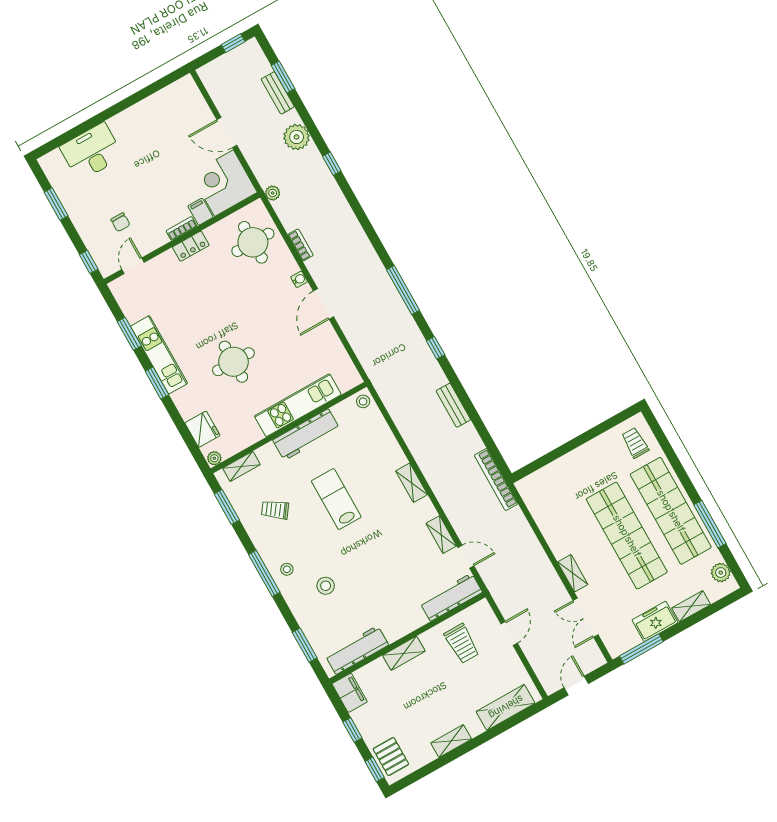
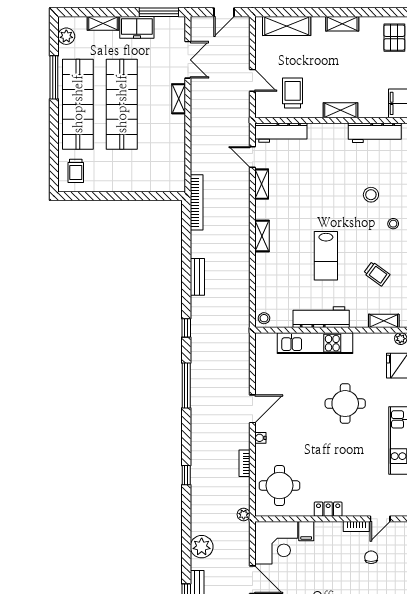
window: (332, 164) -> (186, 475), moved
bookcase: (182, 228) -> (356, 526), moved
door: (509, 633) -> (252, 80), swing flipped

